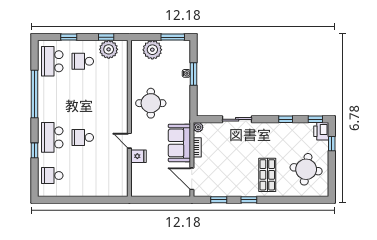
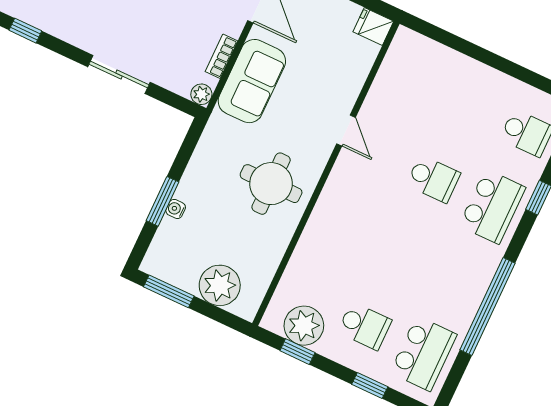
fridge: (139, 156) -> (373, 26), moved

